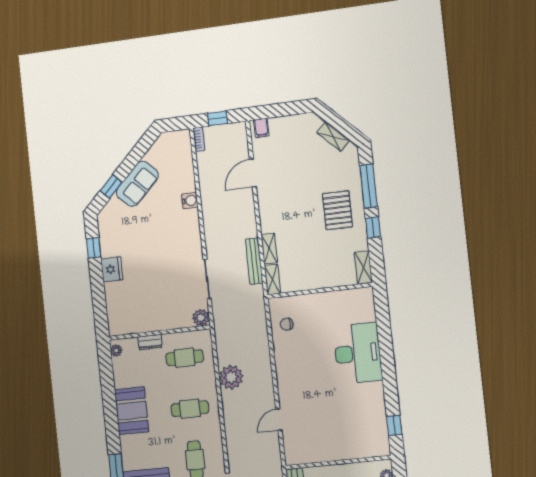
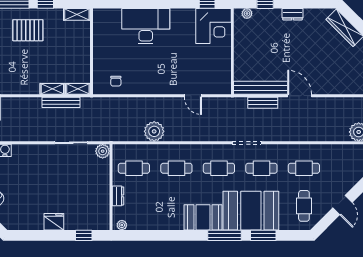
window: (94, 248) -> (84, 235), moved
cafe table: (185, 358) -> (134, 168), turned 90
cafe table: (190, 409) -> (176, 168), turned 90
booth: (132, 411) -> (203, 217), moved
corner desk: (367, 436) -> (213, 26), added

